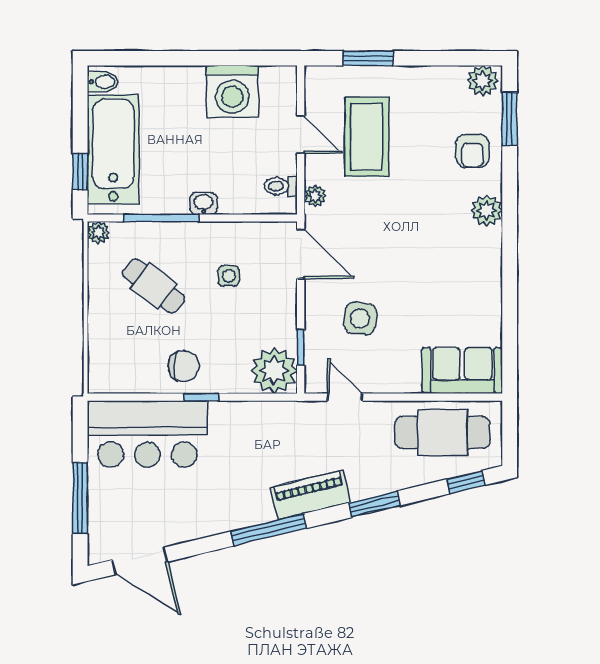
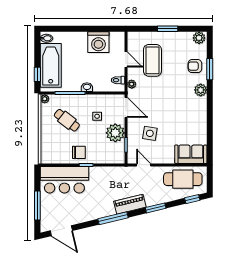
window: (368, 58) -> (168, 29), moved
window: (510, 119) -> (210, 69), moved
armchair: (472, 151) -> (195, 66), turned 90
plant: (274, 371) -> (115, 133), moved

